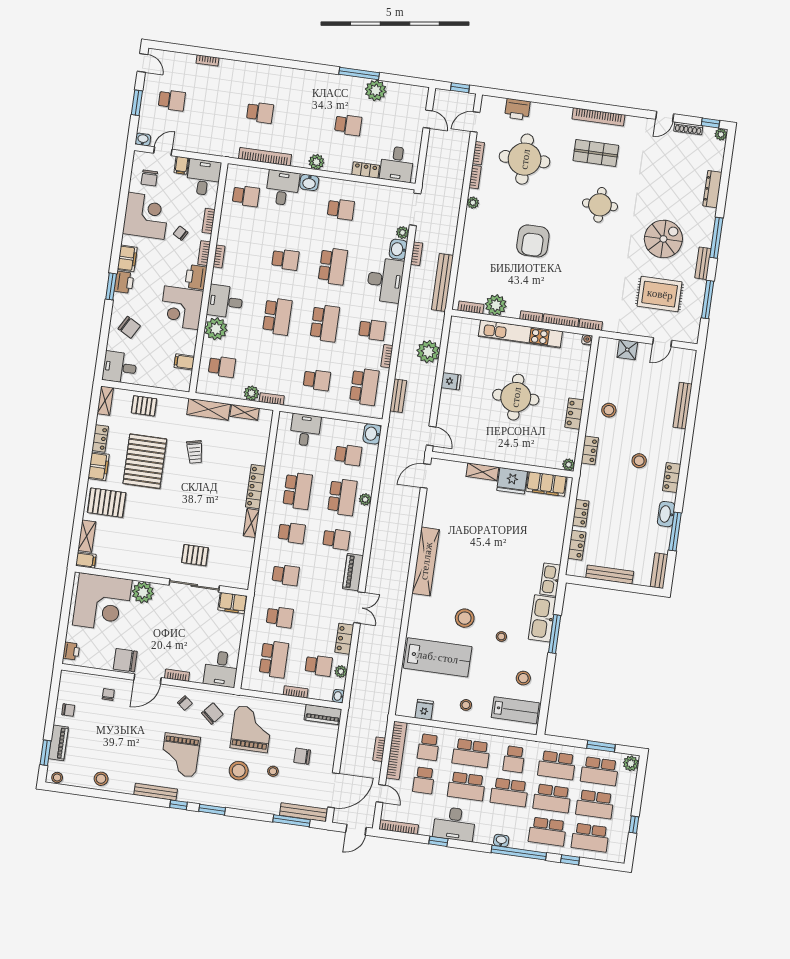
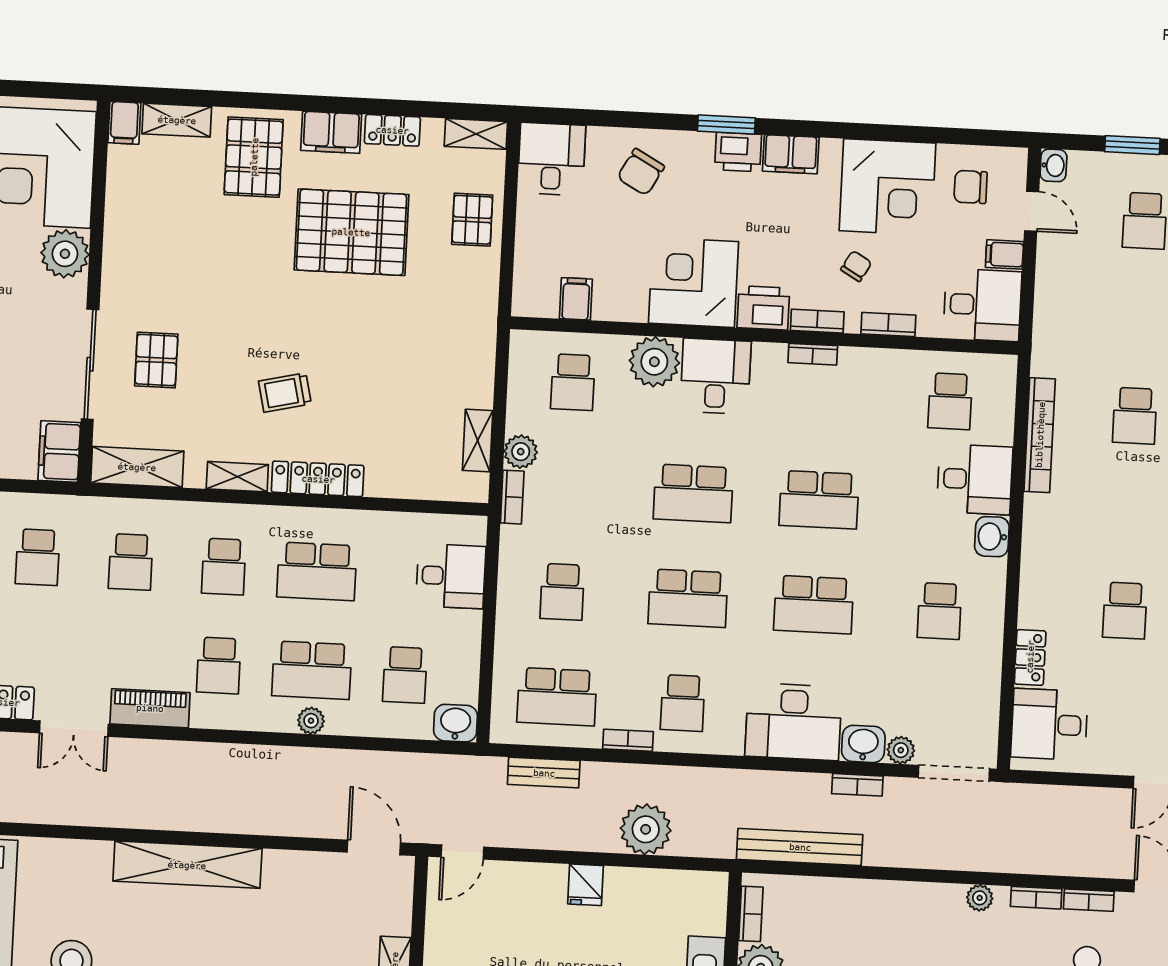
plant: (316, 162) -> (1038, 548), removed
school desk: (285, 260) -> (819, 500), width x1.85
shelving: (209, 409) -> (137, 467), moved, turned 90
trolley: (195, 452) -> (285, 392), moved

